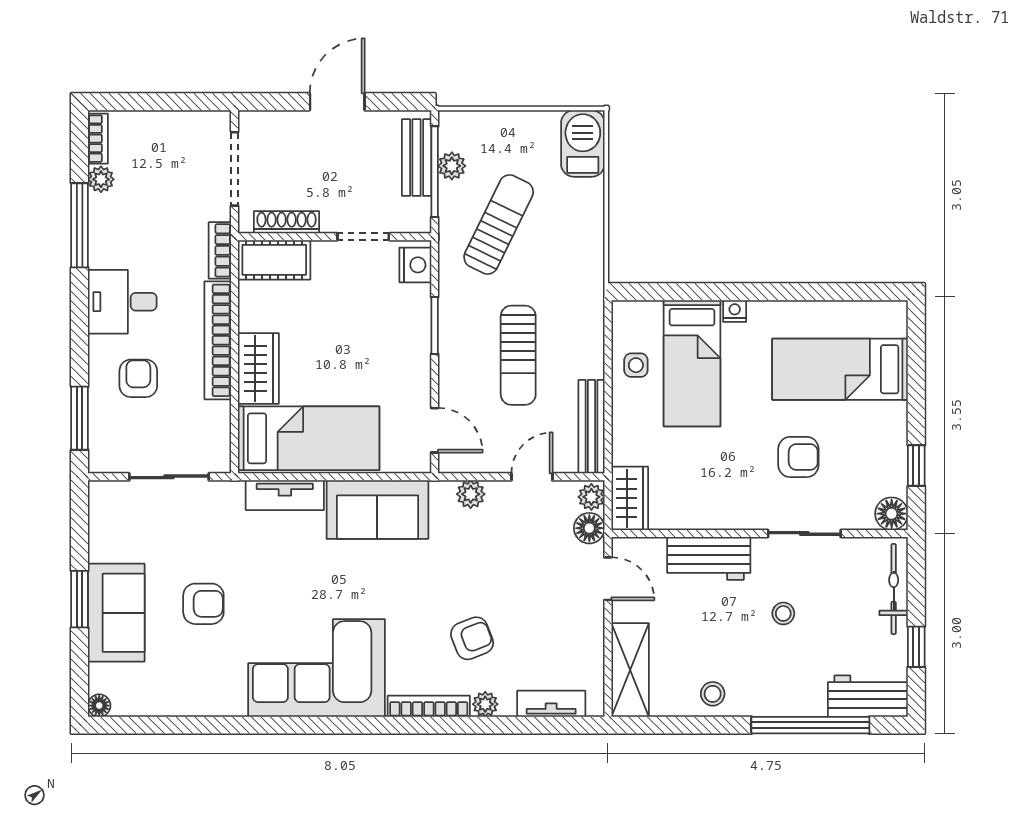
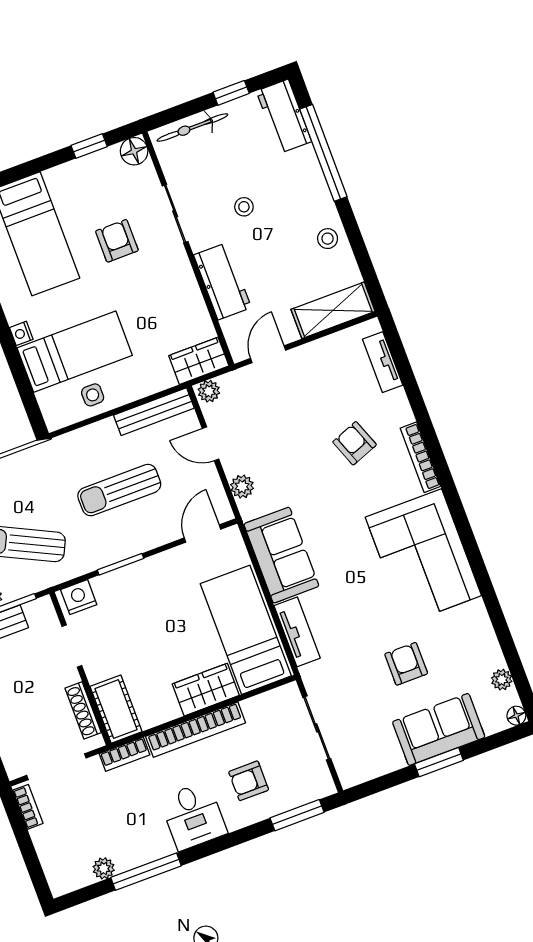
bookcase: (98, 139) -> (28, 807), moved, turned 90
sun lounger: (518, 355) -> (119, 490), turned 180
floor lamp: (589, 528) -> (234, 384), removed
plant: (485, 704) -> (502, 680), moved

